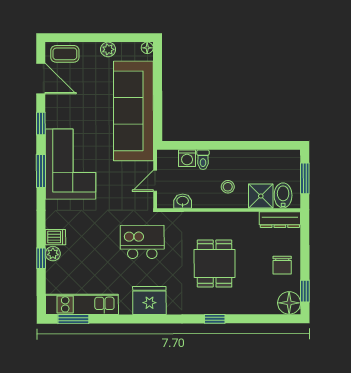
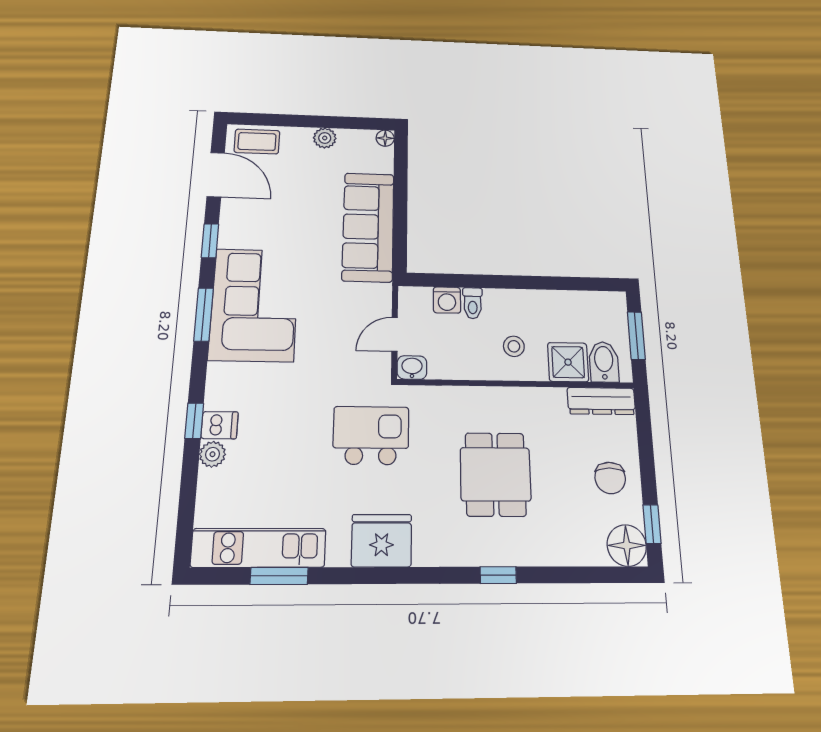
sofa: (133, 111) -> (368, 227), width x0.74, depth x0.79
washbasin: (183, 201) -> (412, 368), moved
window: (41, 258) -> (194, 421), moved
window: (73, 319) -> (279, 576), moved

